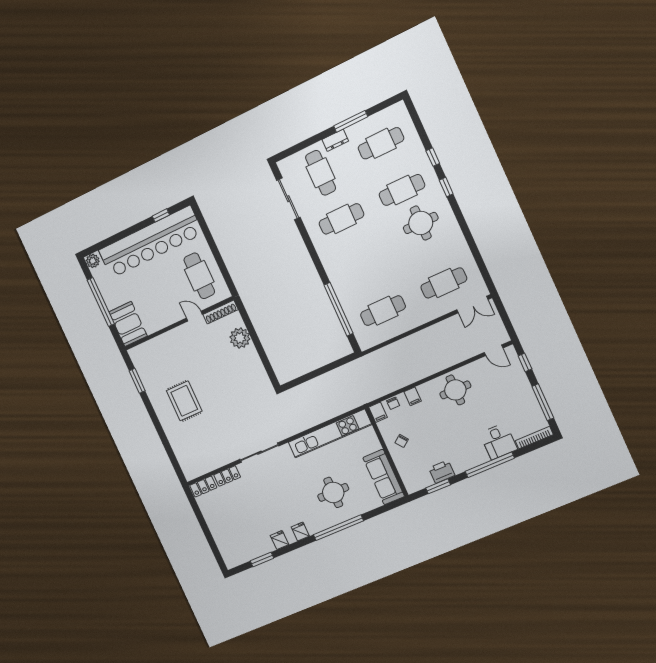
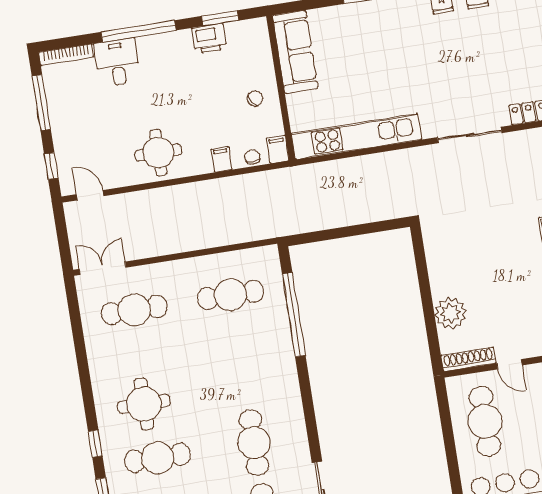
cafe table: (341, 219) -> (254, 443), turned 90
round table: (333, 492) -> (376, 47), removed

